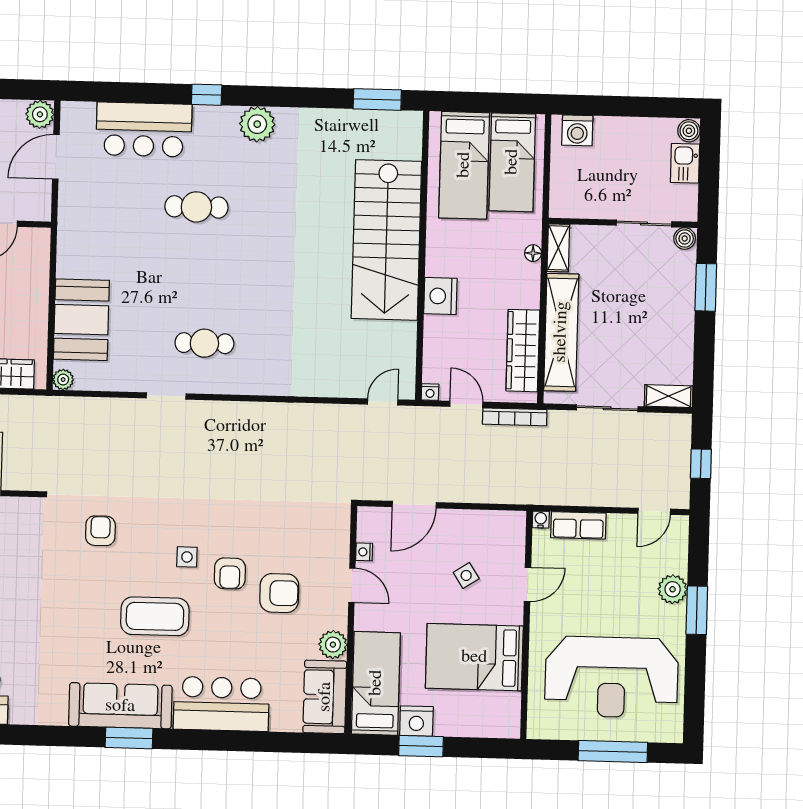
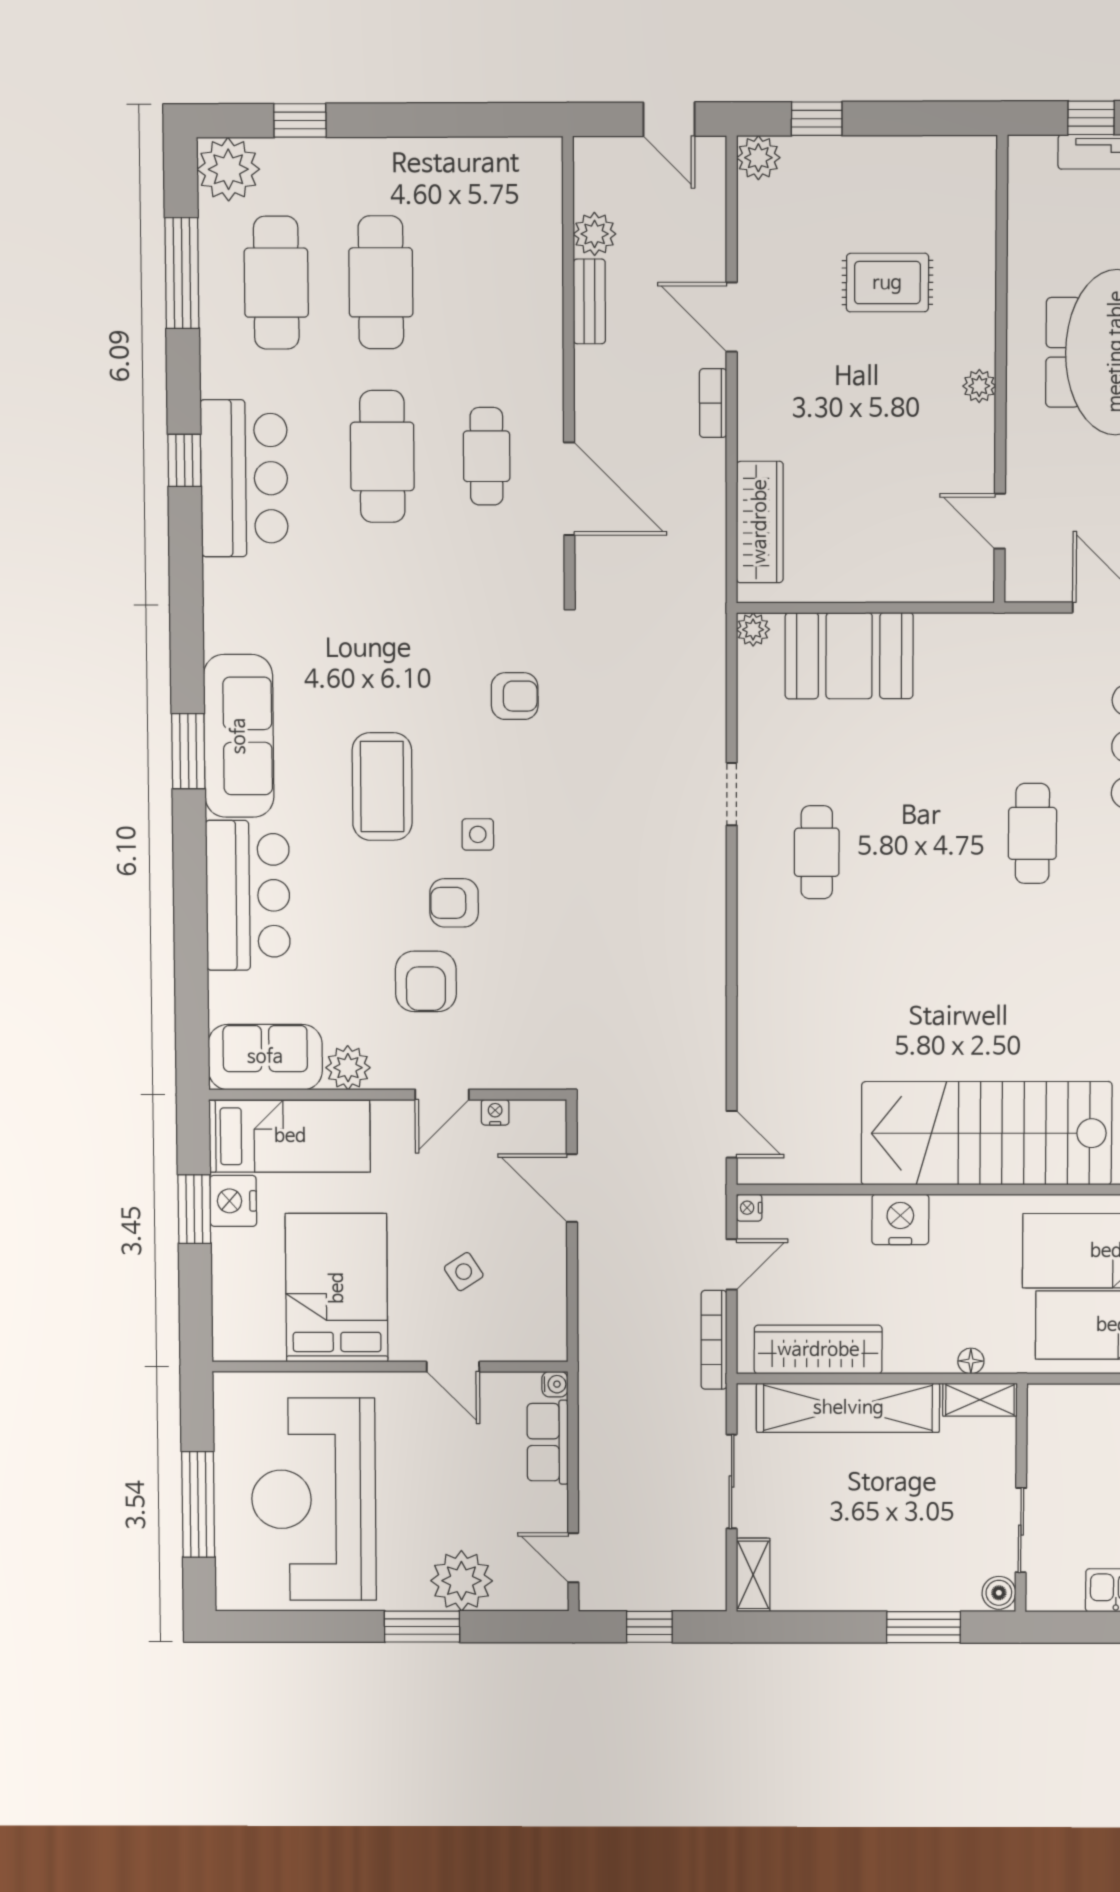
plant: (673, 589) -> (462, 1581), width x1.36, depth x1.36

